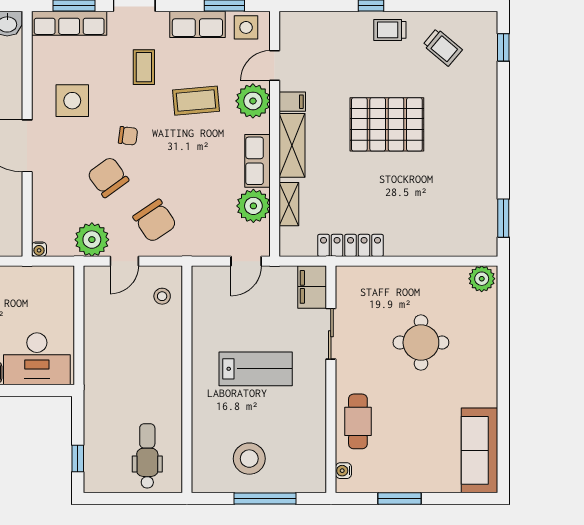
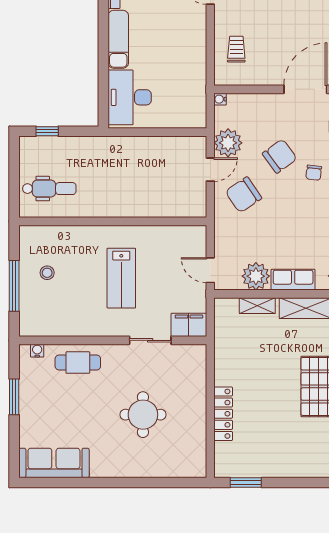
locker: (351, 245) -> (223, 414), moved
door: (124, 261) -> (210, 170), swing flipped
plant: (482, 279) -> (196, 465), removed
stool: (162, 296) -> (181, 201), removed
stool: (249, 459) -> (47, 273), width x0.53, depth x0.53

